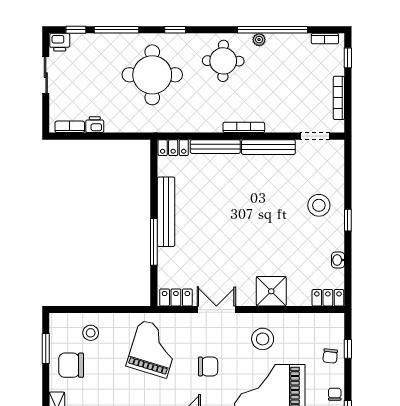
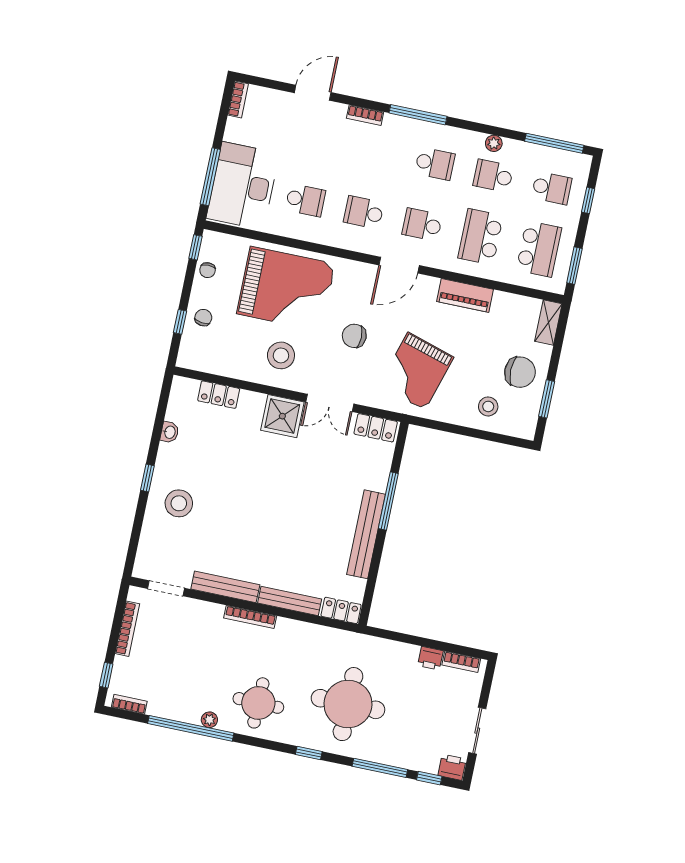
shower: (271, 291) -> (282, 416), moved
locker: (328, 298) -> (219, 395), moved

